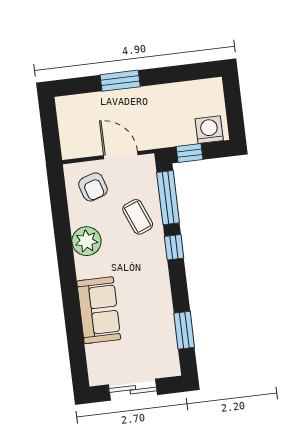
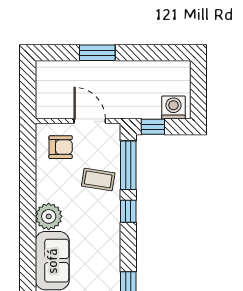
armchair: (93, 187) -> (61, 147), turned -72
coffee table: (138, 217) -> (98, 179), turned -59
plant: (86, 241) -> (49, 216), moved

